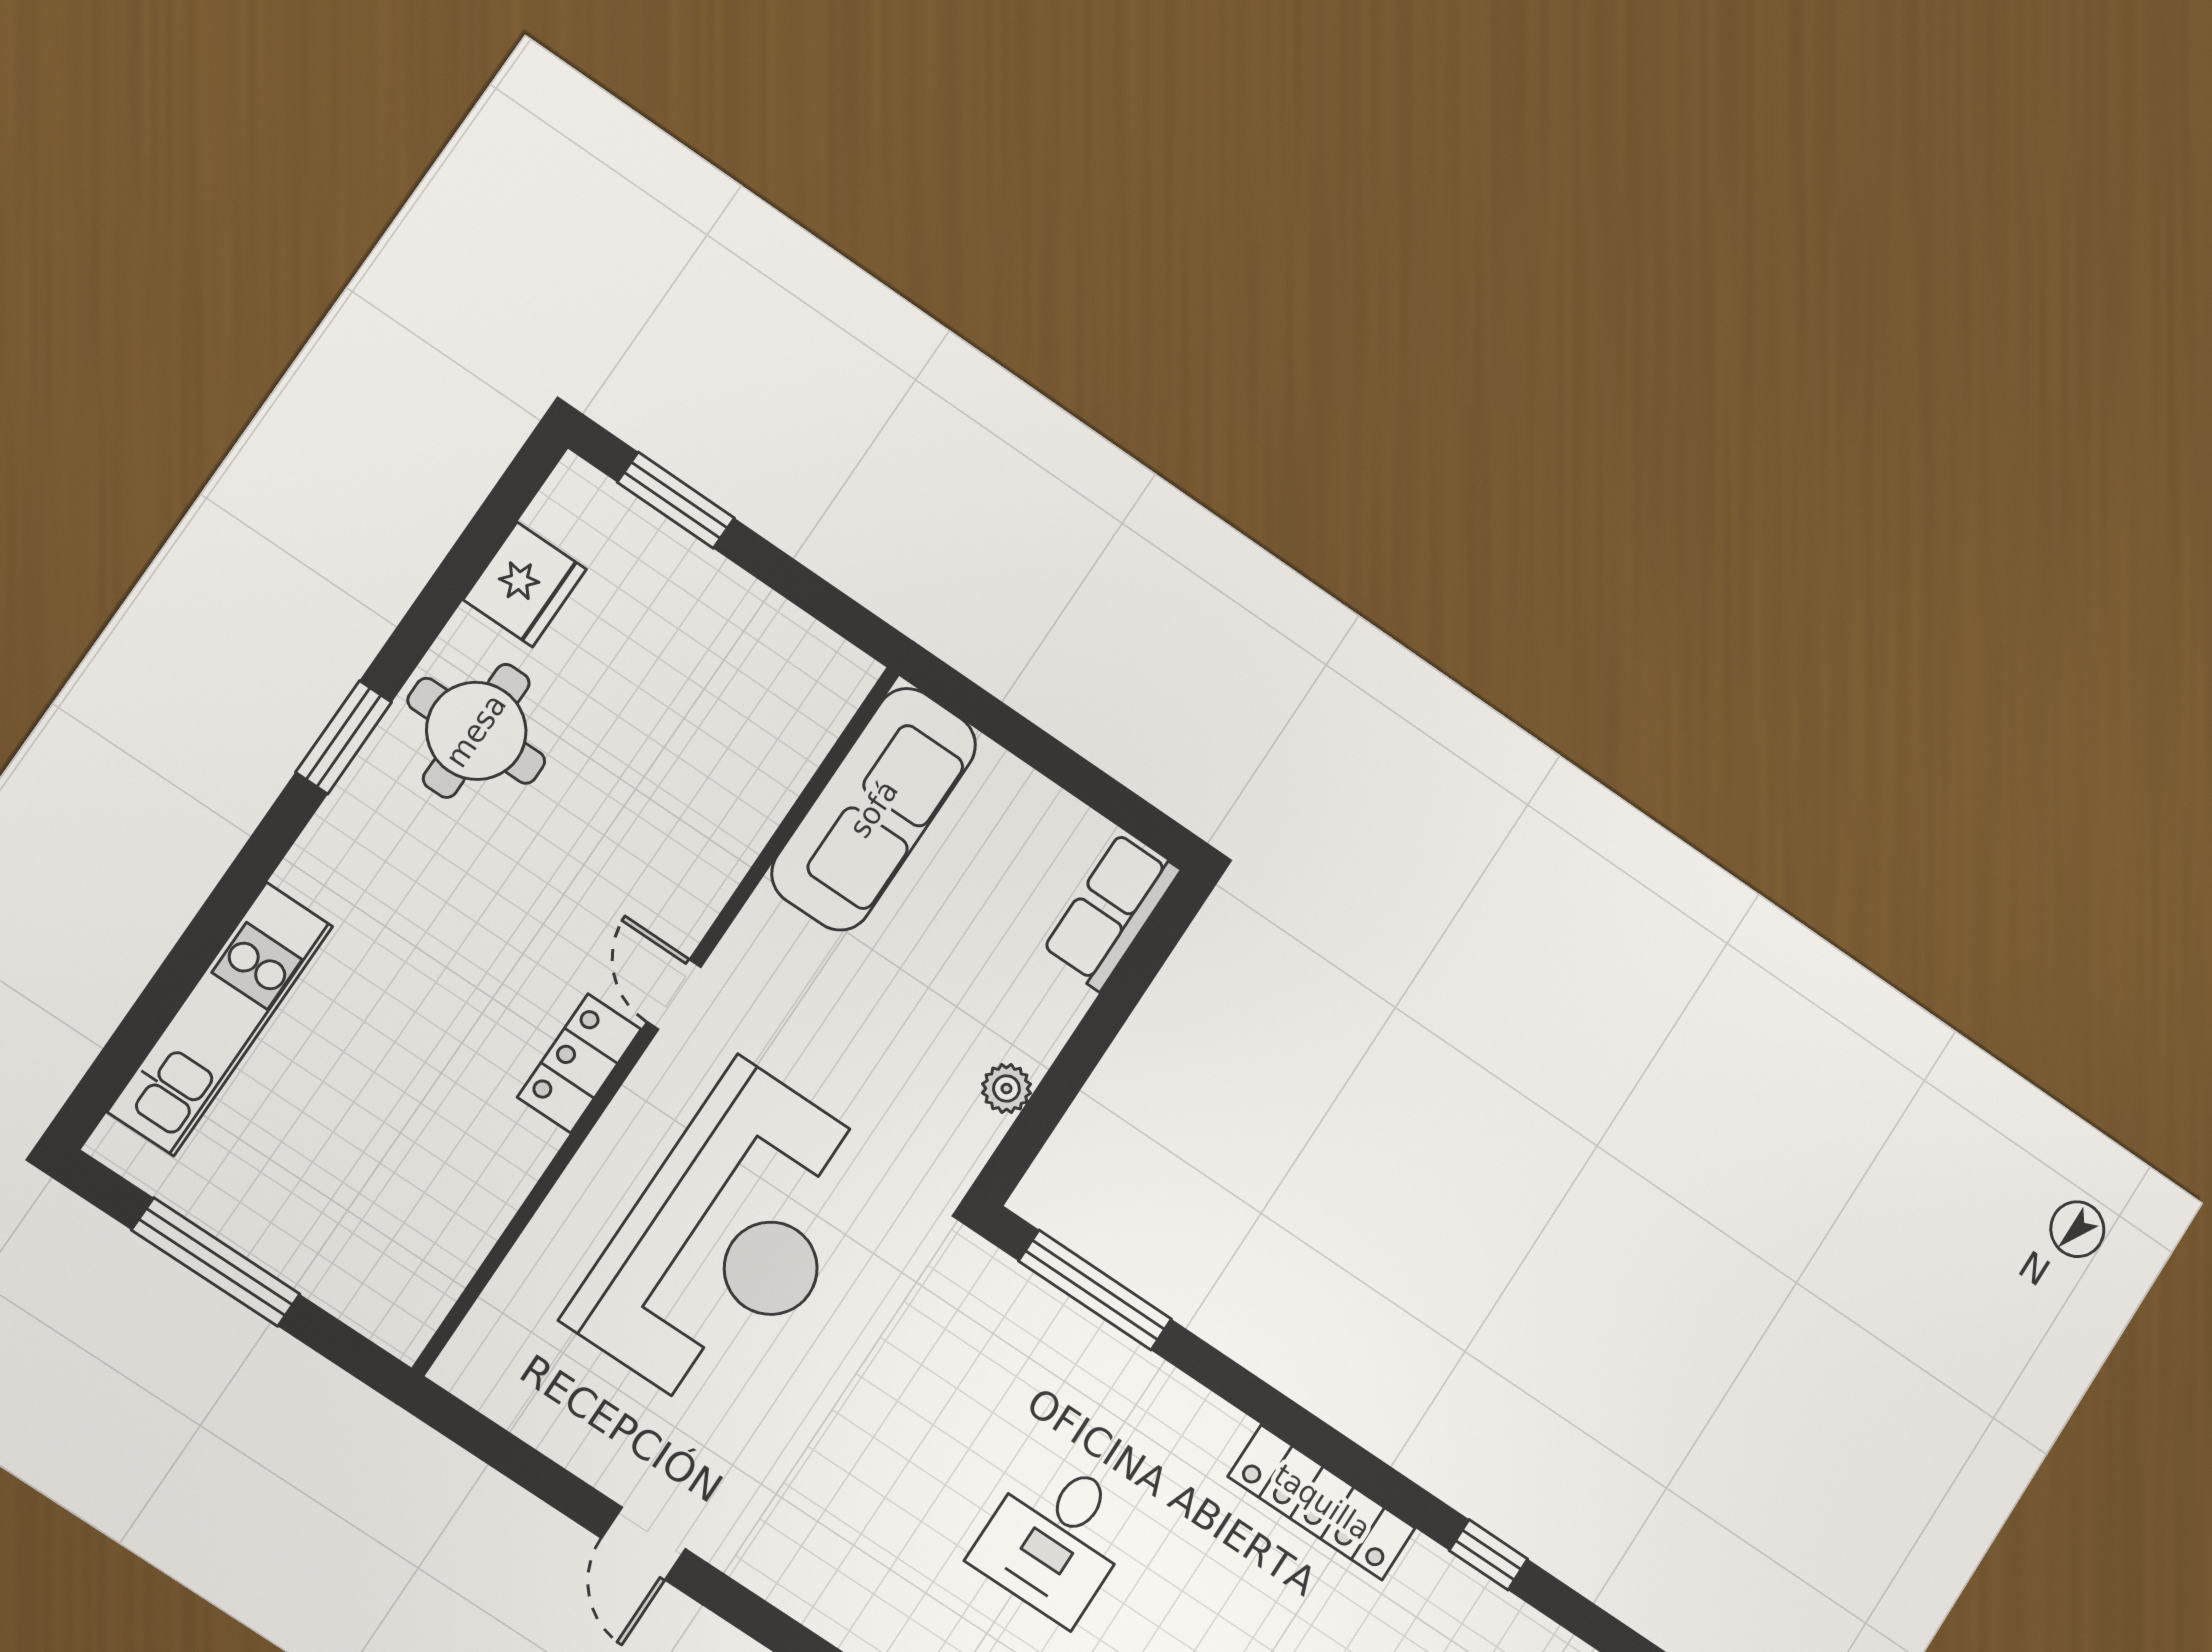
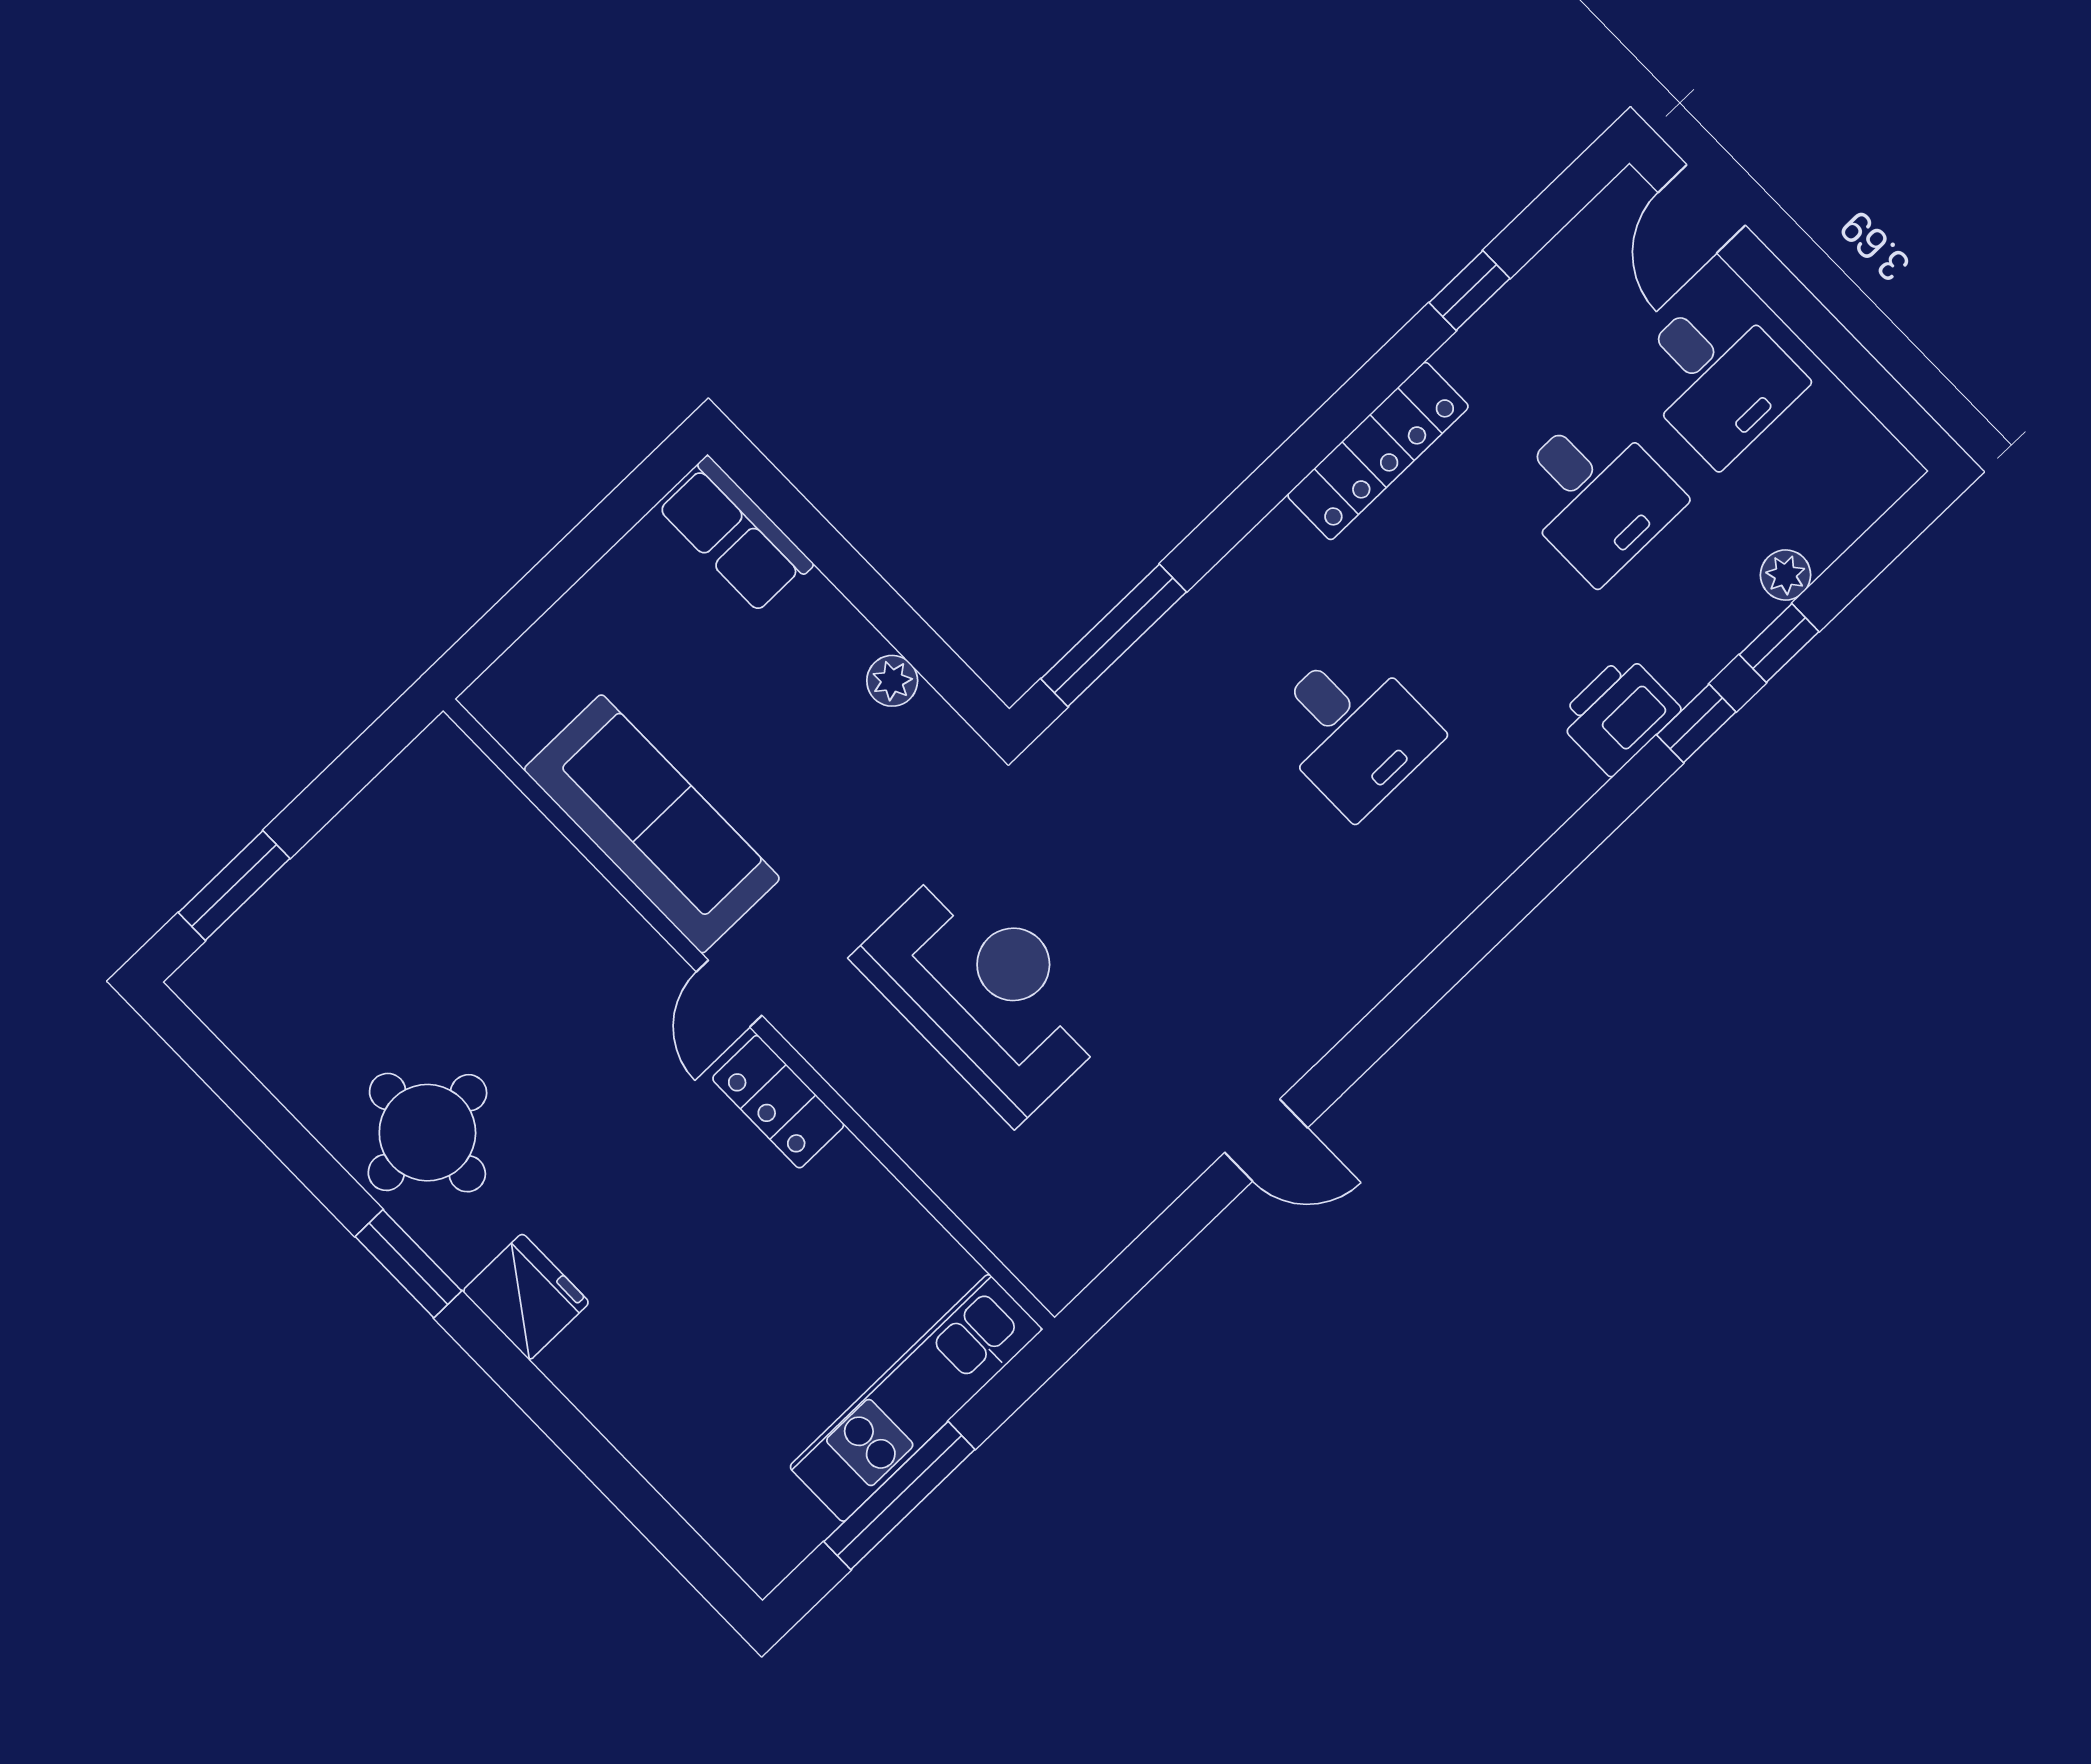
fridge: (525, 584) -> (526, 1297), moved
sofa: (874, 809) -> (652, 824), moved
door: (674, 994) -> (729, 994), hinge flipped
kitchen unit: (220, 1019) -> (916, 1398), moved, turned -90
reception desk: (729, 1240) -> (985, 992), width x0.74, depth x0.77

